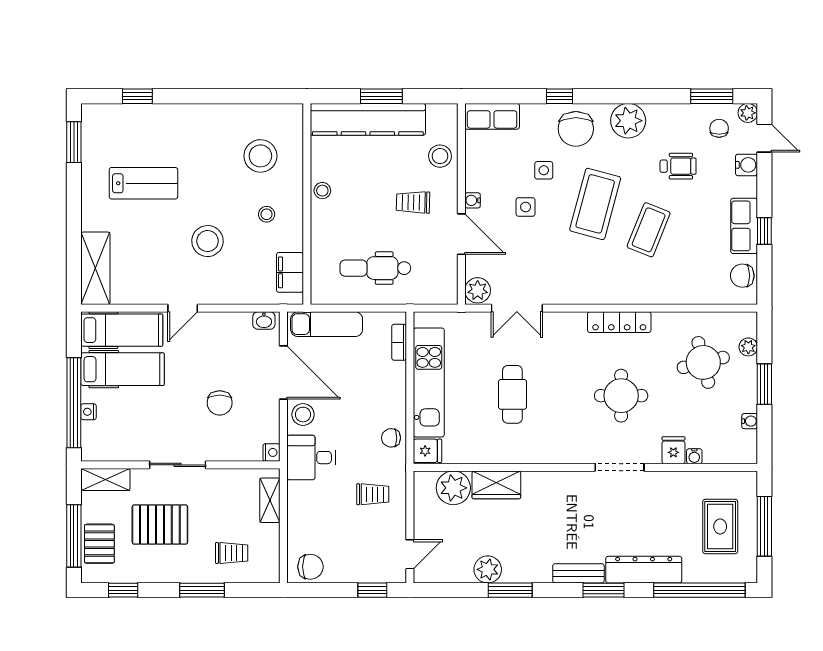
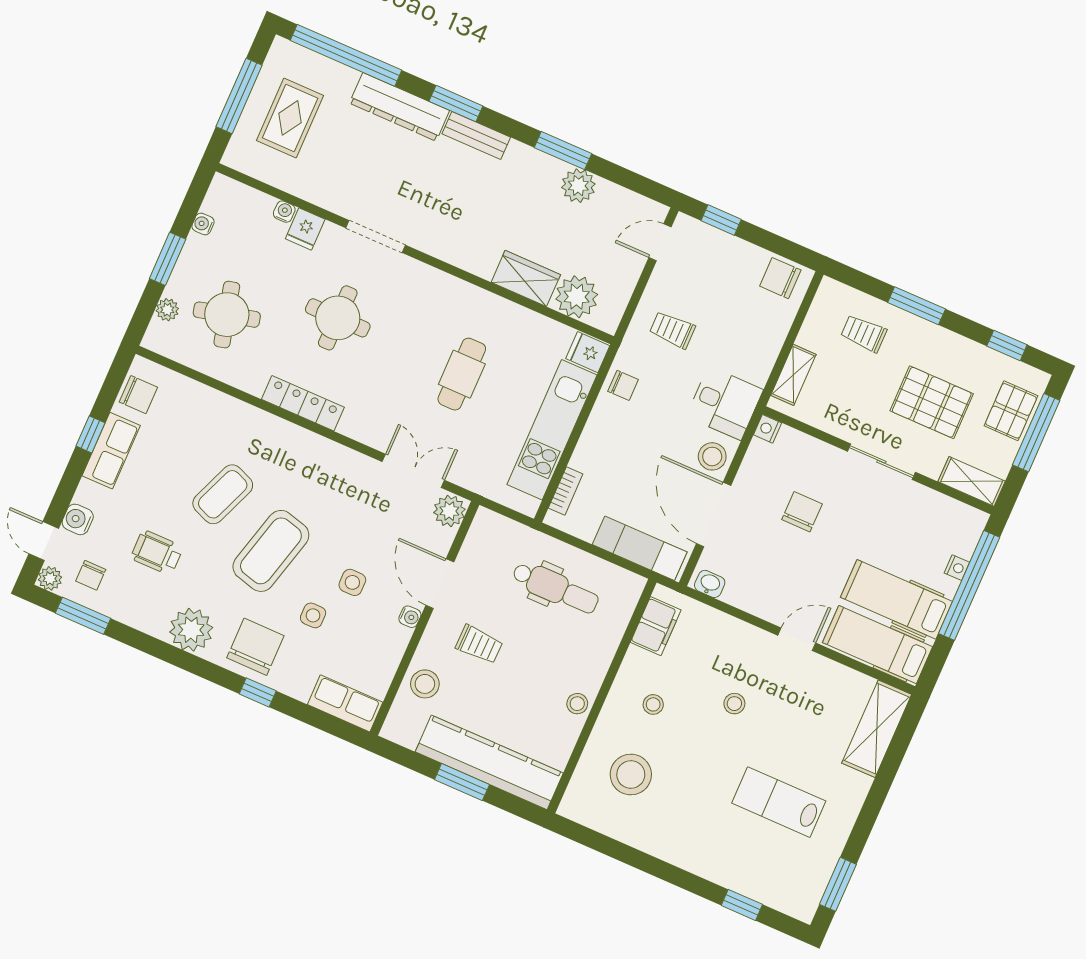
stool: (207, 241) -> (734, 704), width x0.53, depth x0.53

